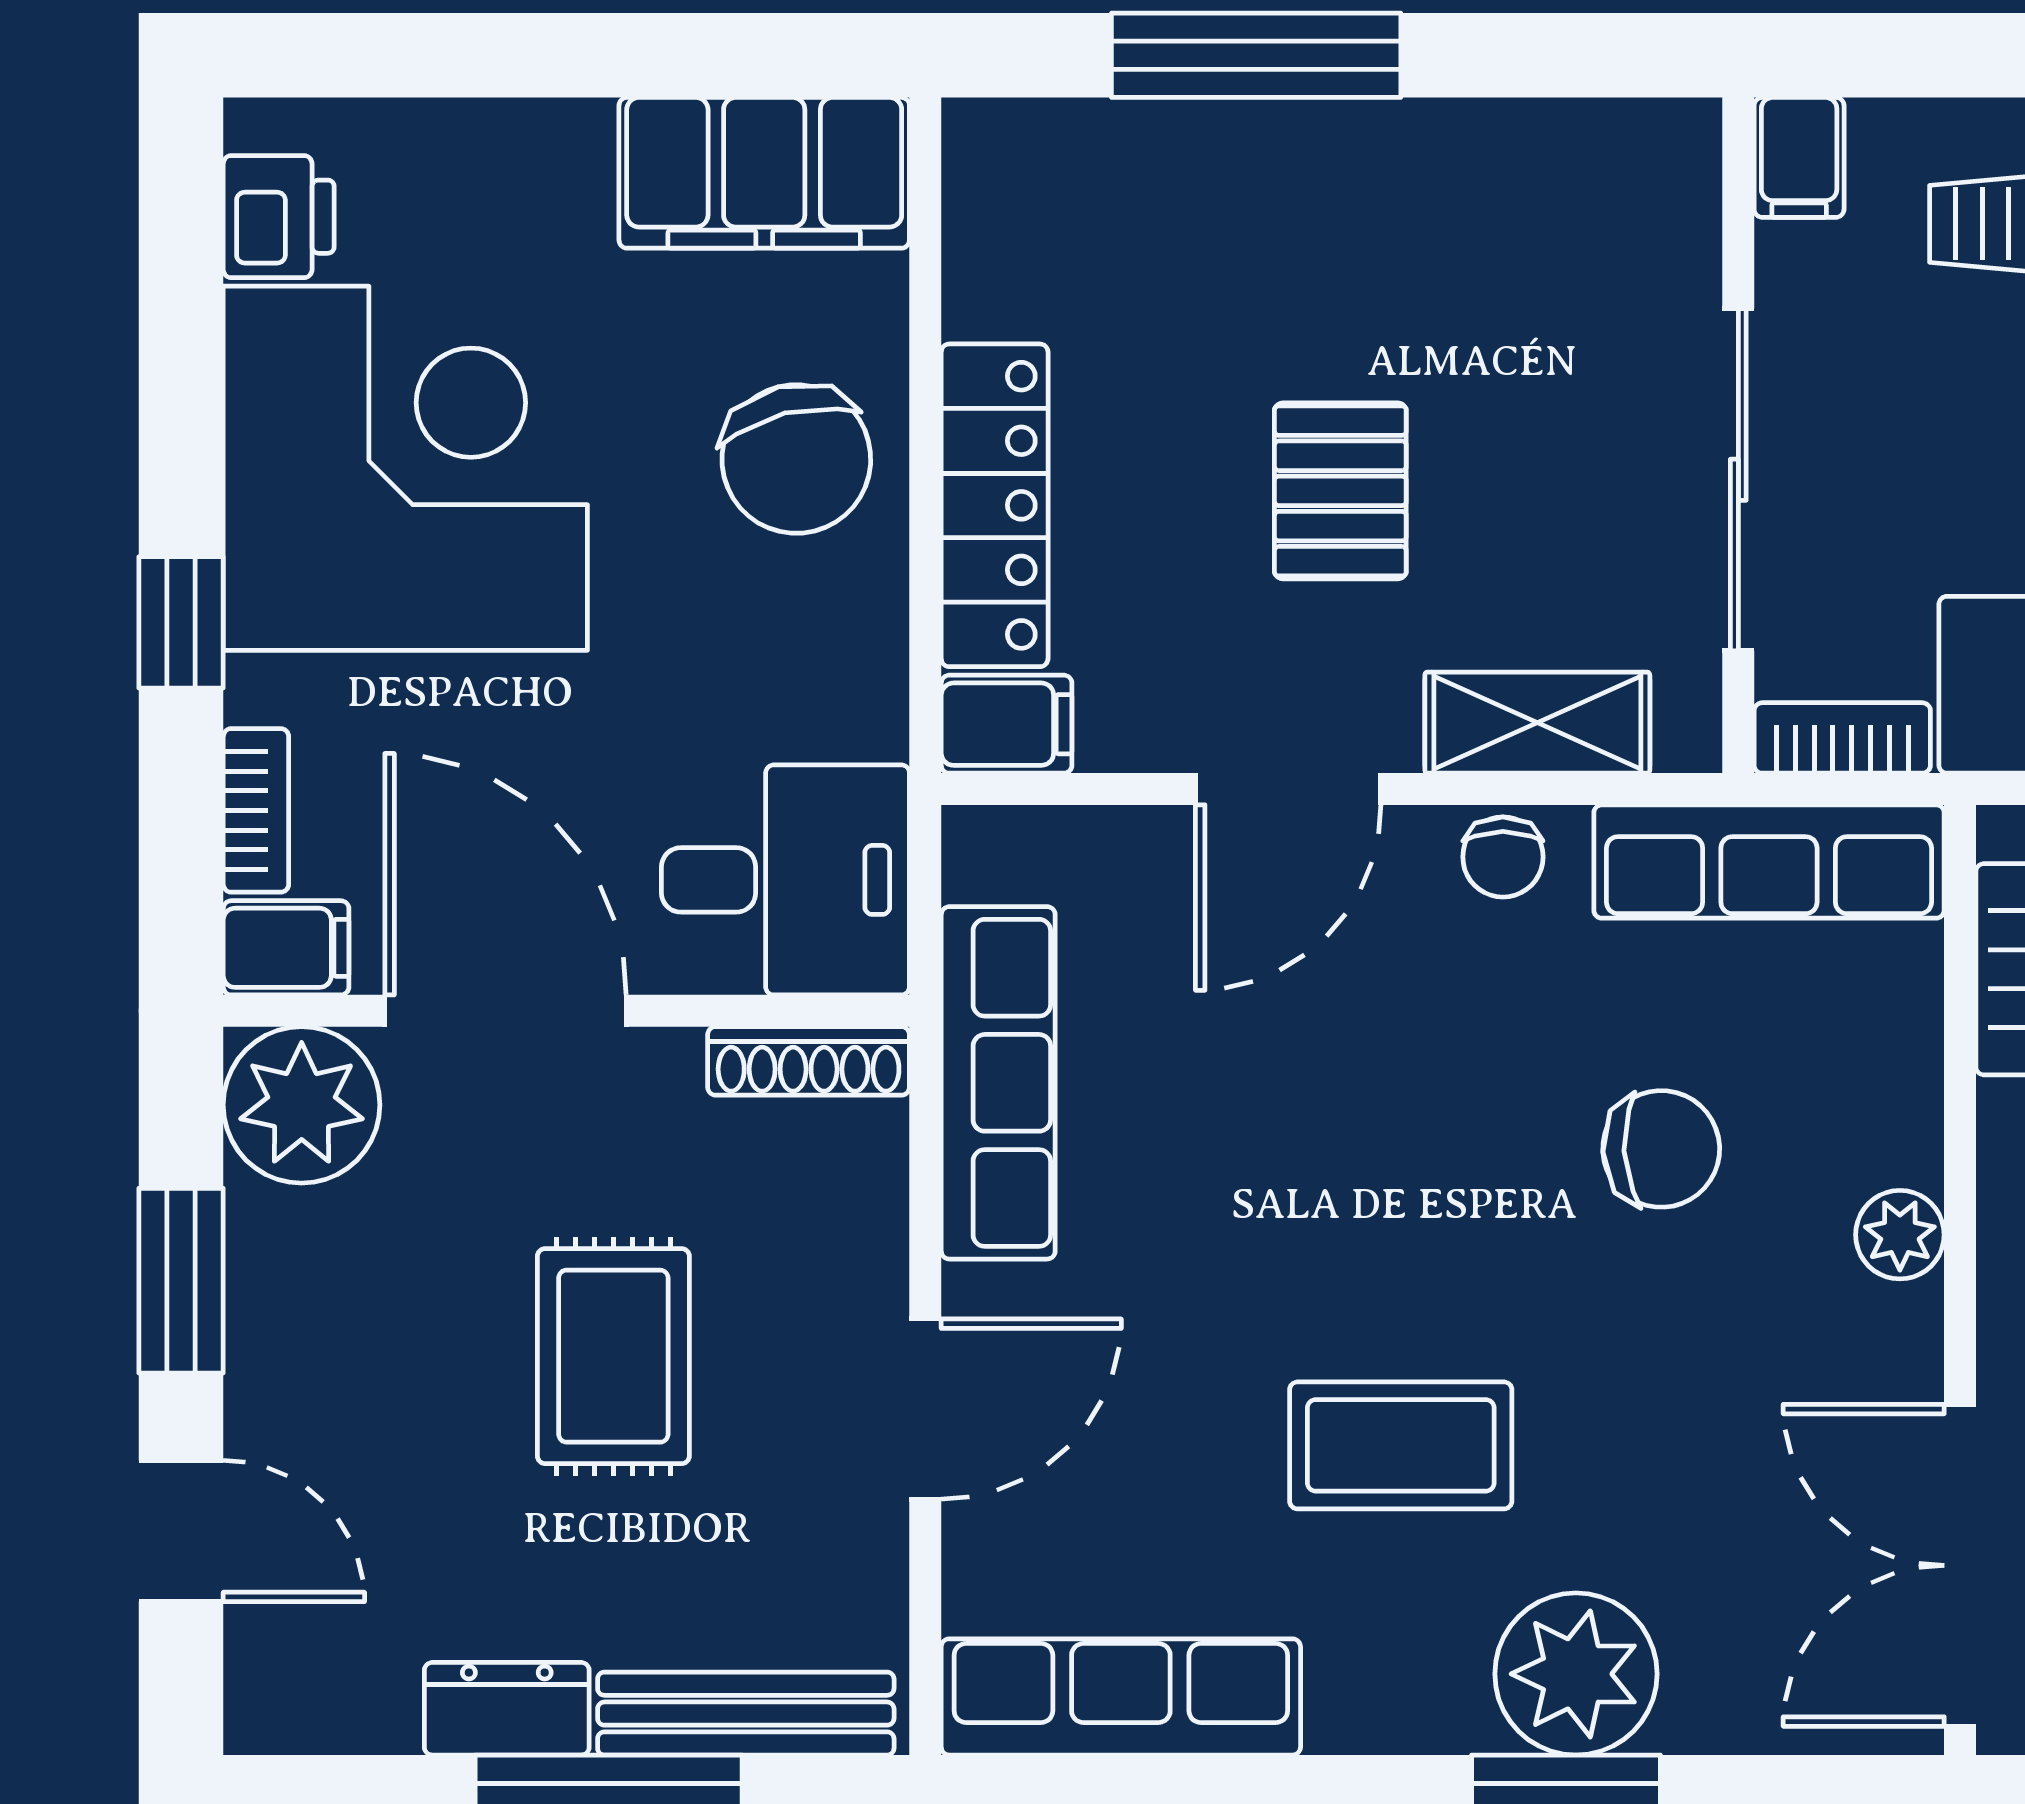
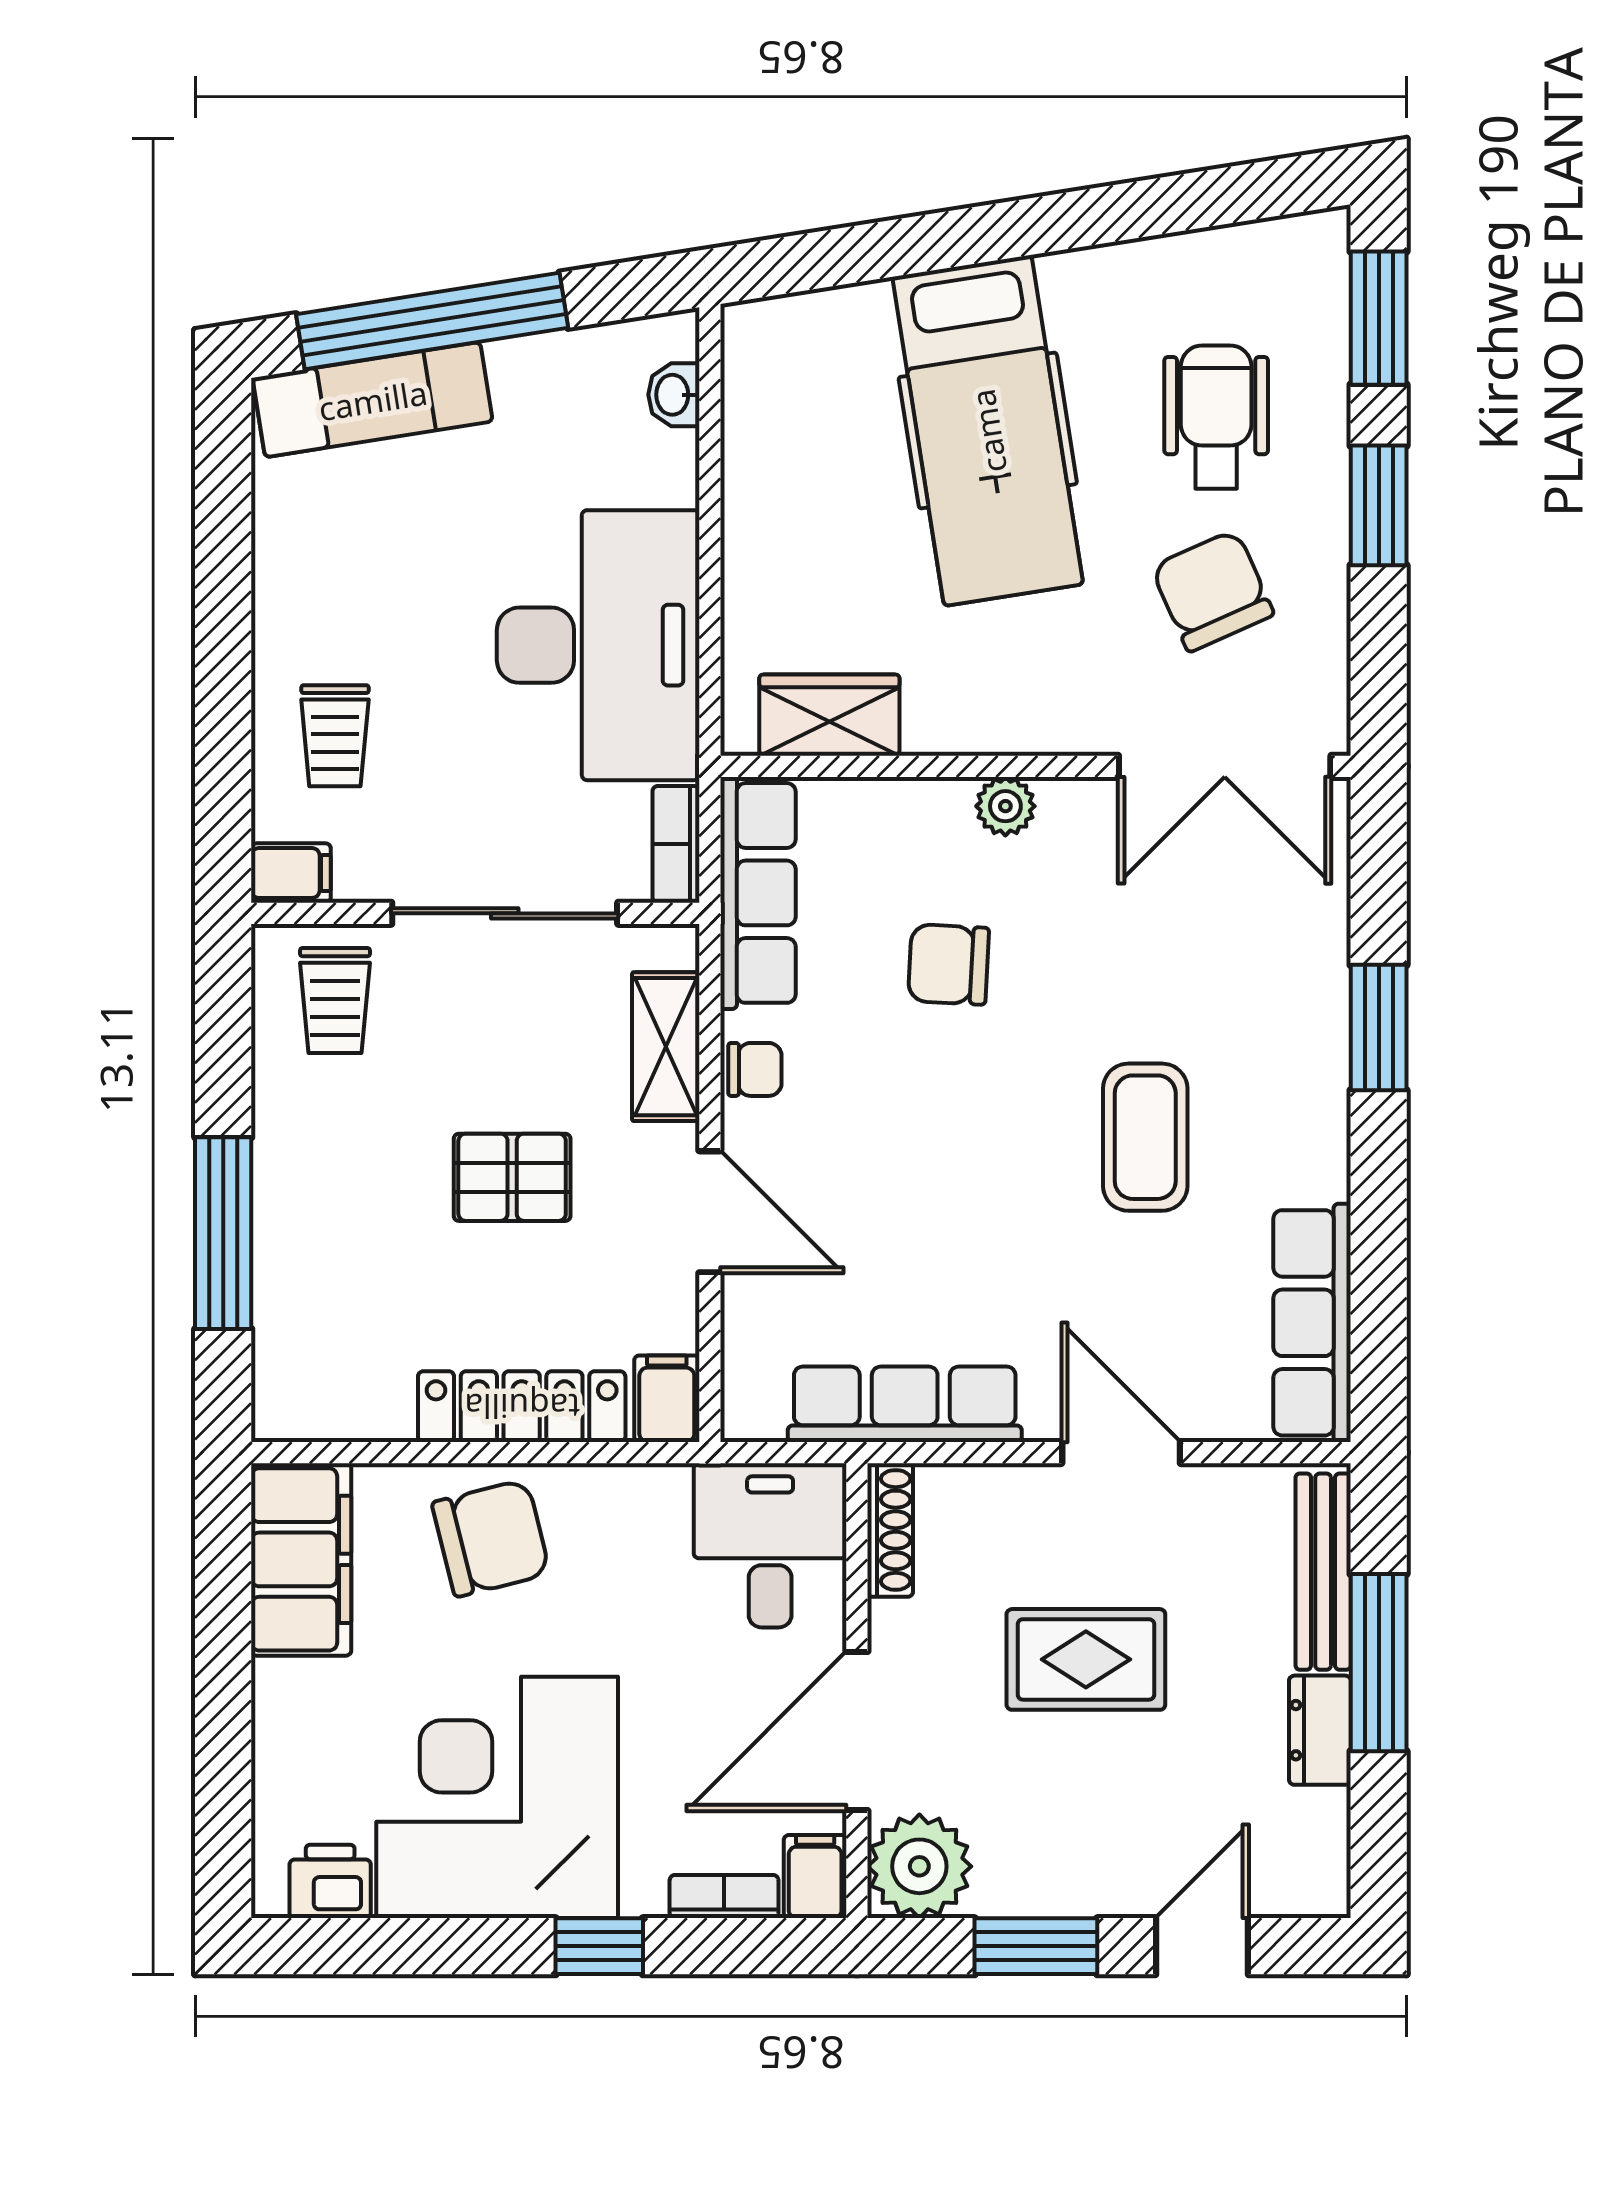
trolley: (1607, 224) -> (335, 1001), added
chair: (1661, 1149) -> (949, 964), turned -84
plant: (1576, 1674) -> (1297, 1021), removed

